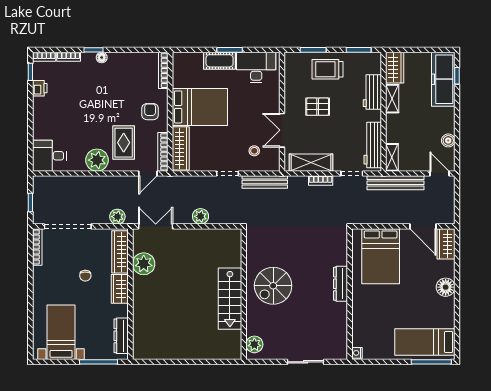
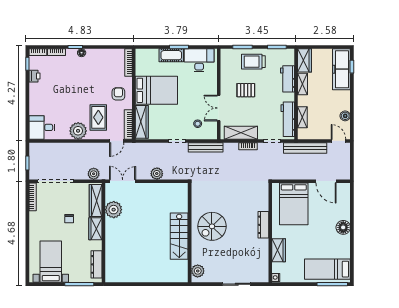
shelving: (392, 157) -> (302, 117), moved
wardrobe: (446, 244) -> (279, 250), moved, turned 180

